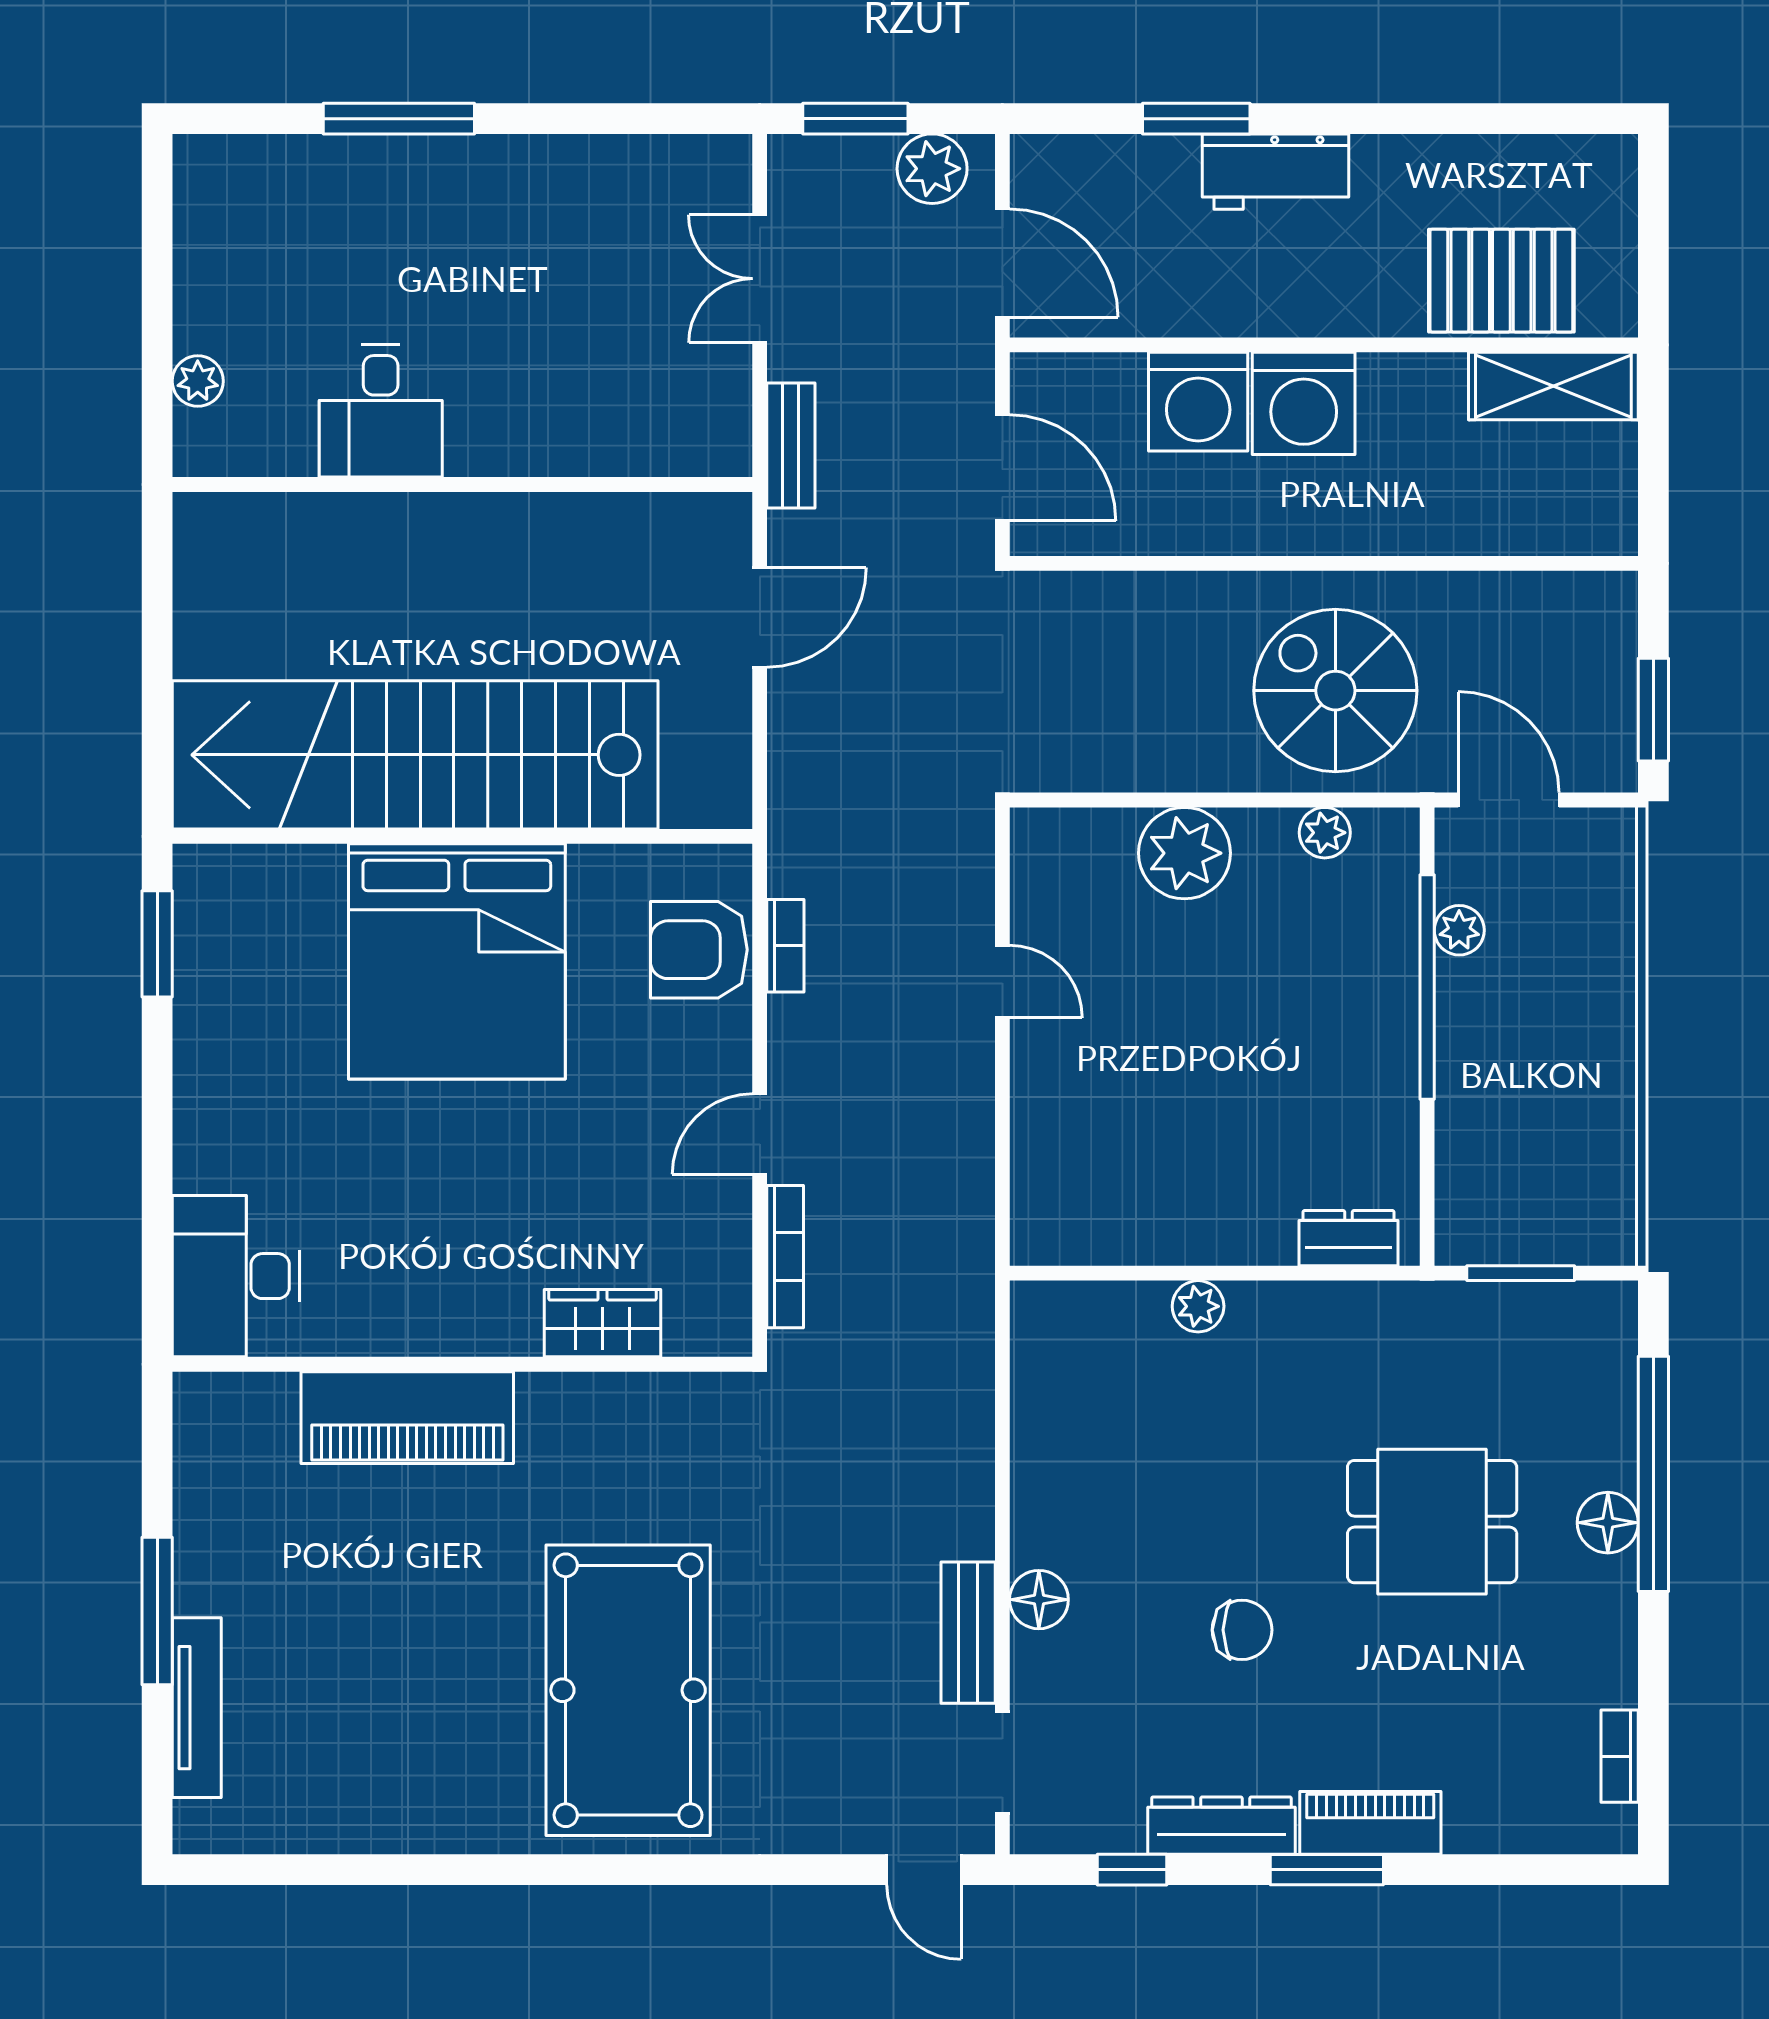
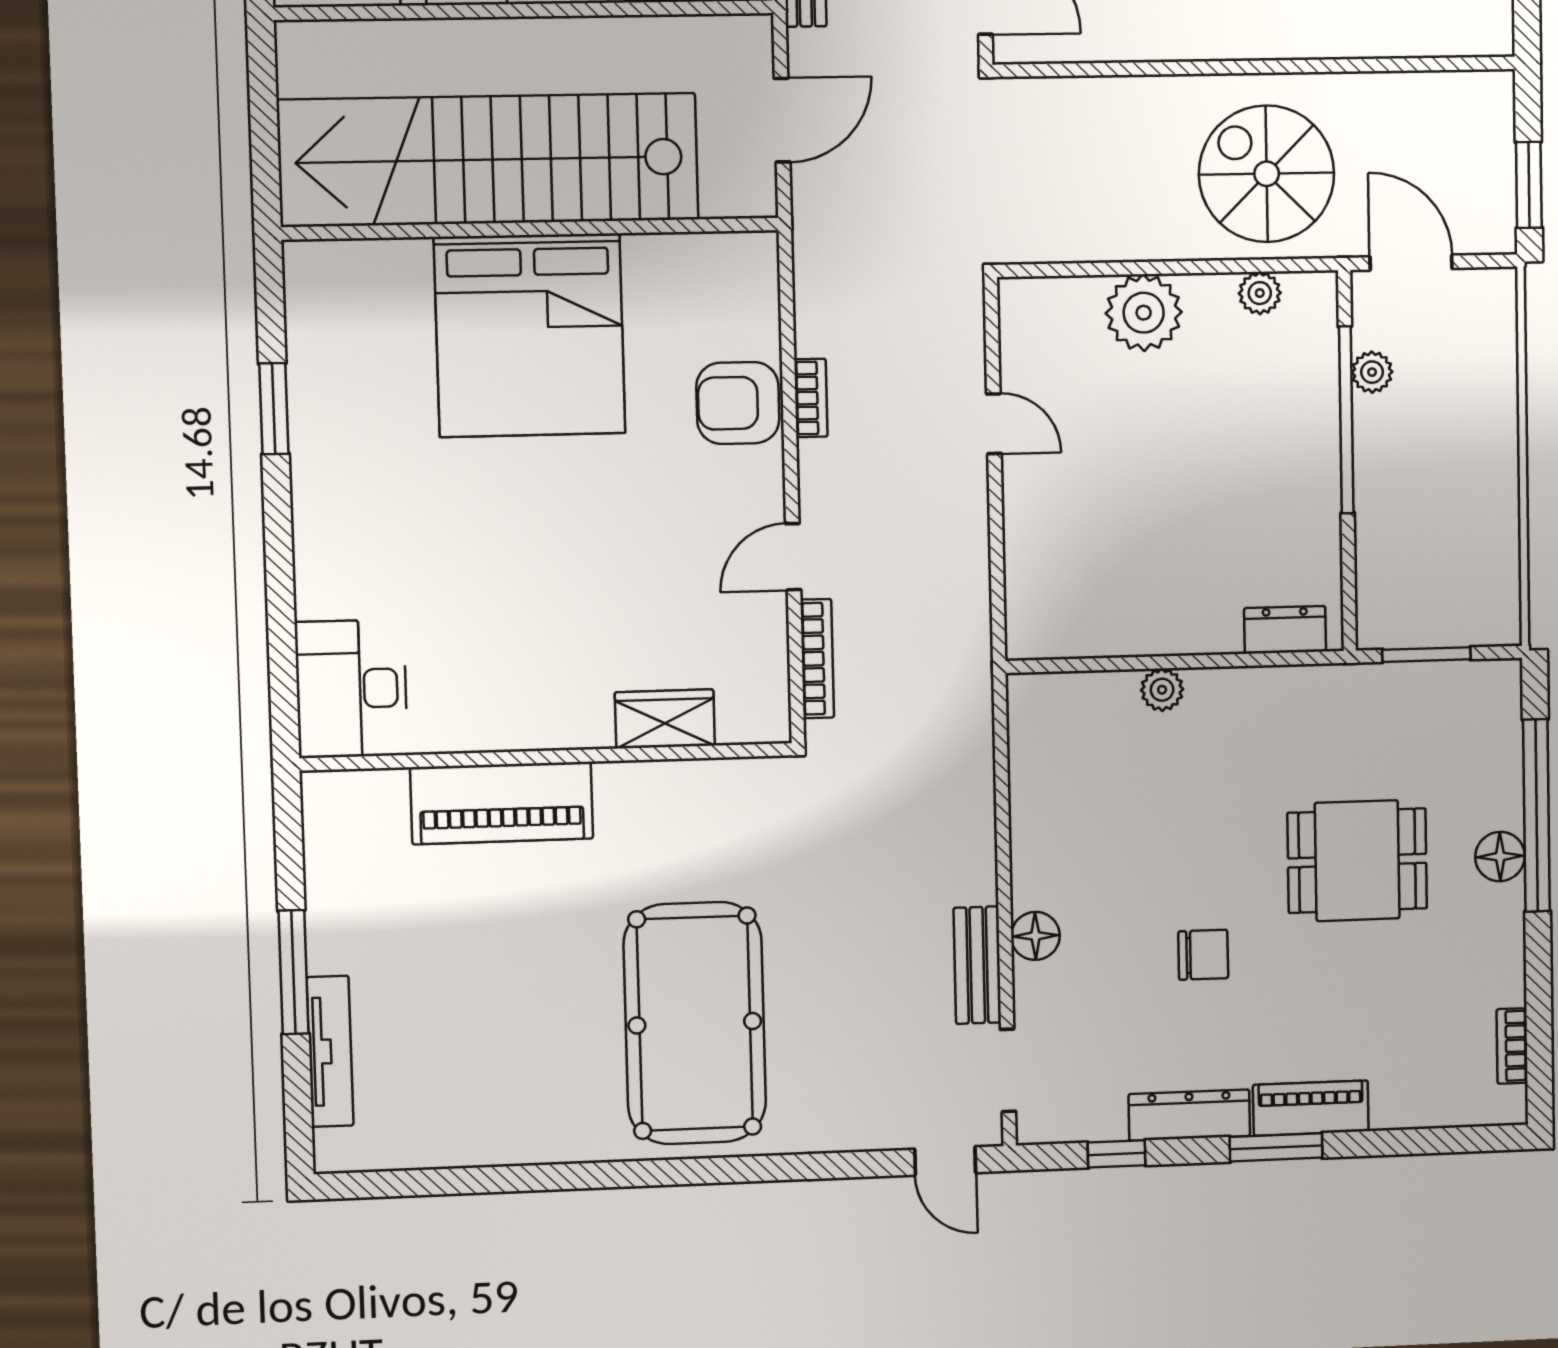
stairs: (415, 755) -> (488, 160), moved
wall: (462, 836) -> (531, 229), moved
bed: (457, 961) -> (530, 335), moved

